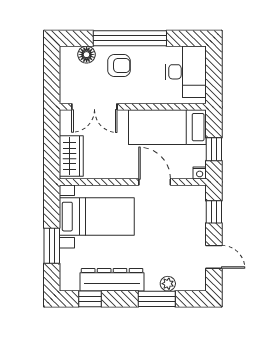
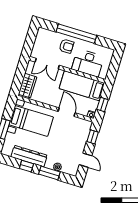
floor lamp: (87, 55) -> (51, 35), removed
desk: (186, 72) -> (88, 63), moved, turned 90
window: (90, 299) -> (26, 166), moved

